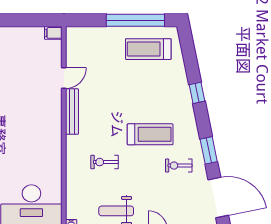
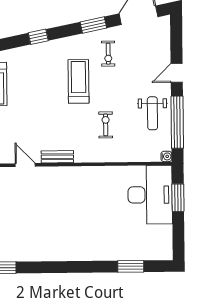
bench: (72, 112) -> (57, 157), width x0.73
exercise bike: (105, 162) -> (106, 125), turned 180

